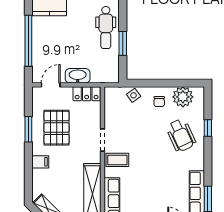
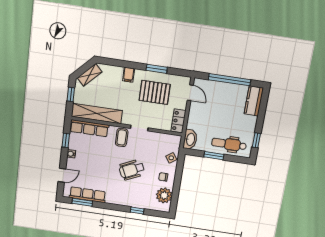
washbasin: (78, 76) -> (190, 139), moved
wheelchair: (181, 135) -> (132, 170), moved

